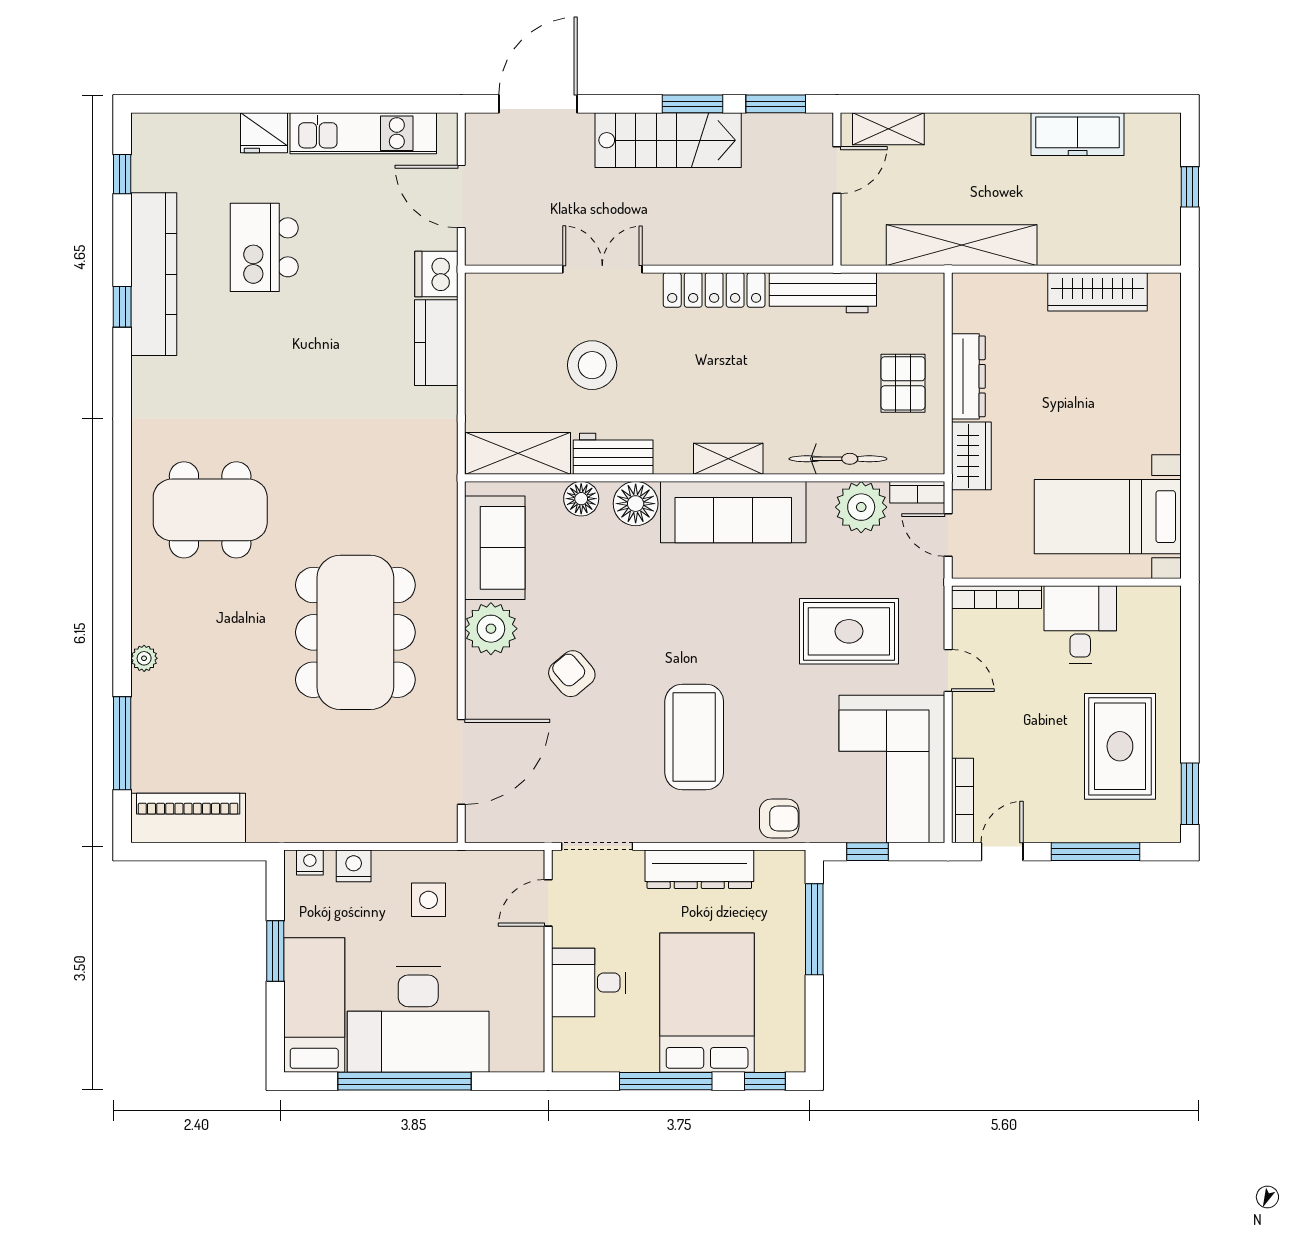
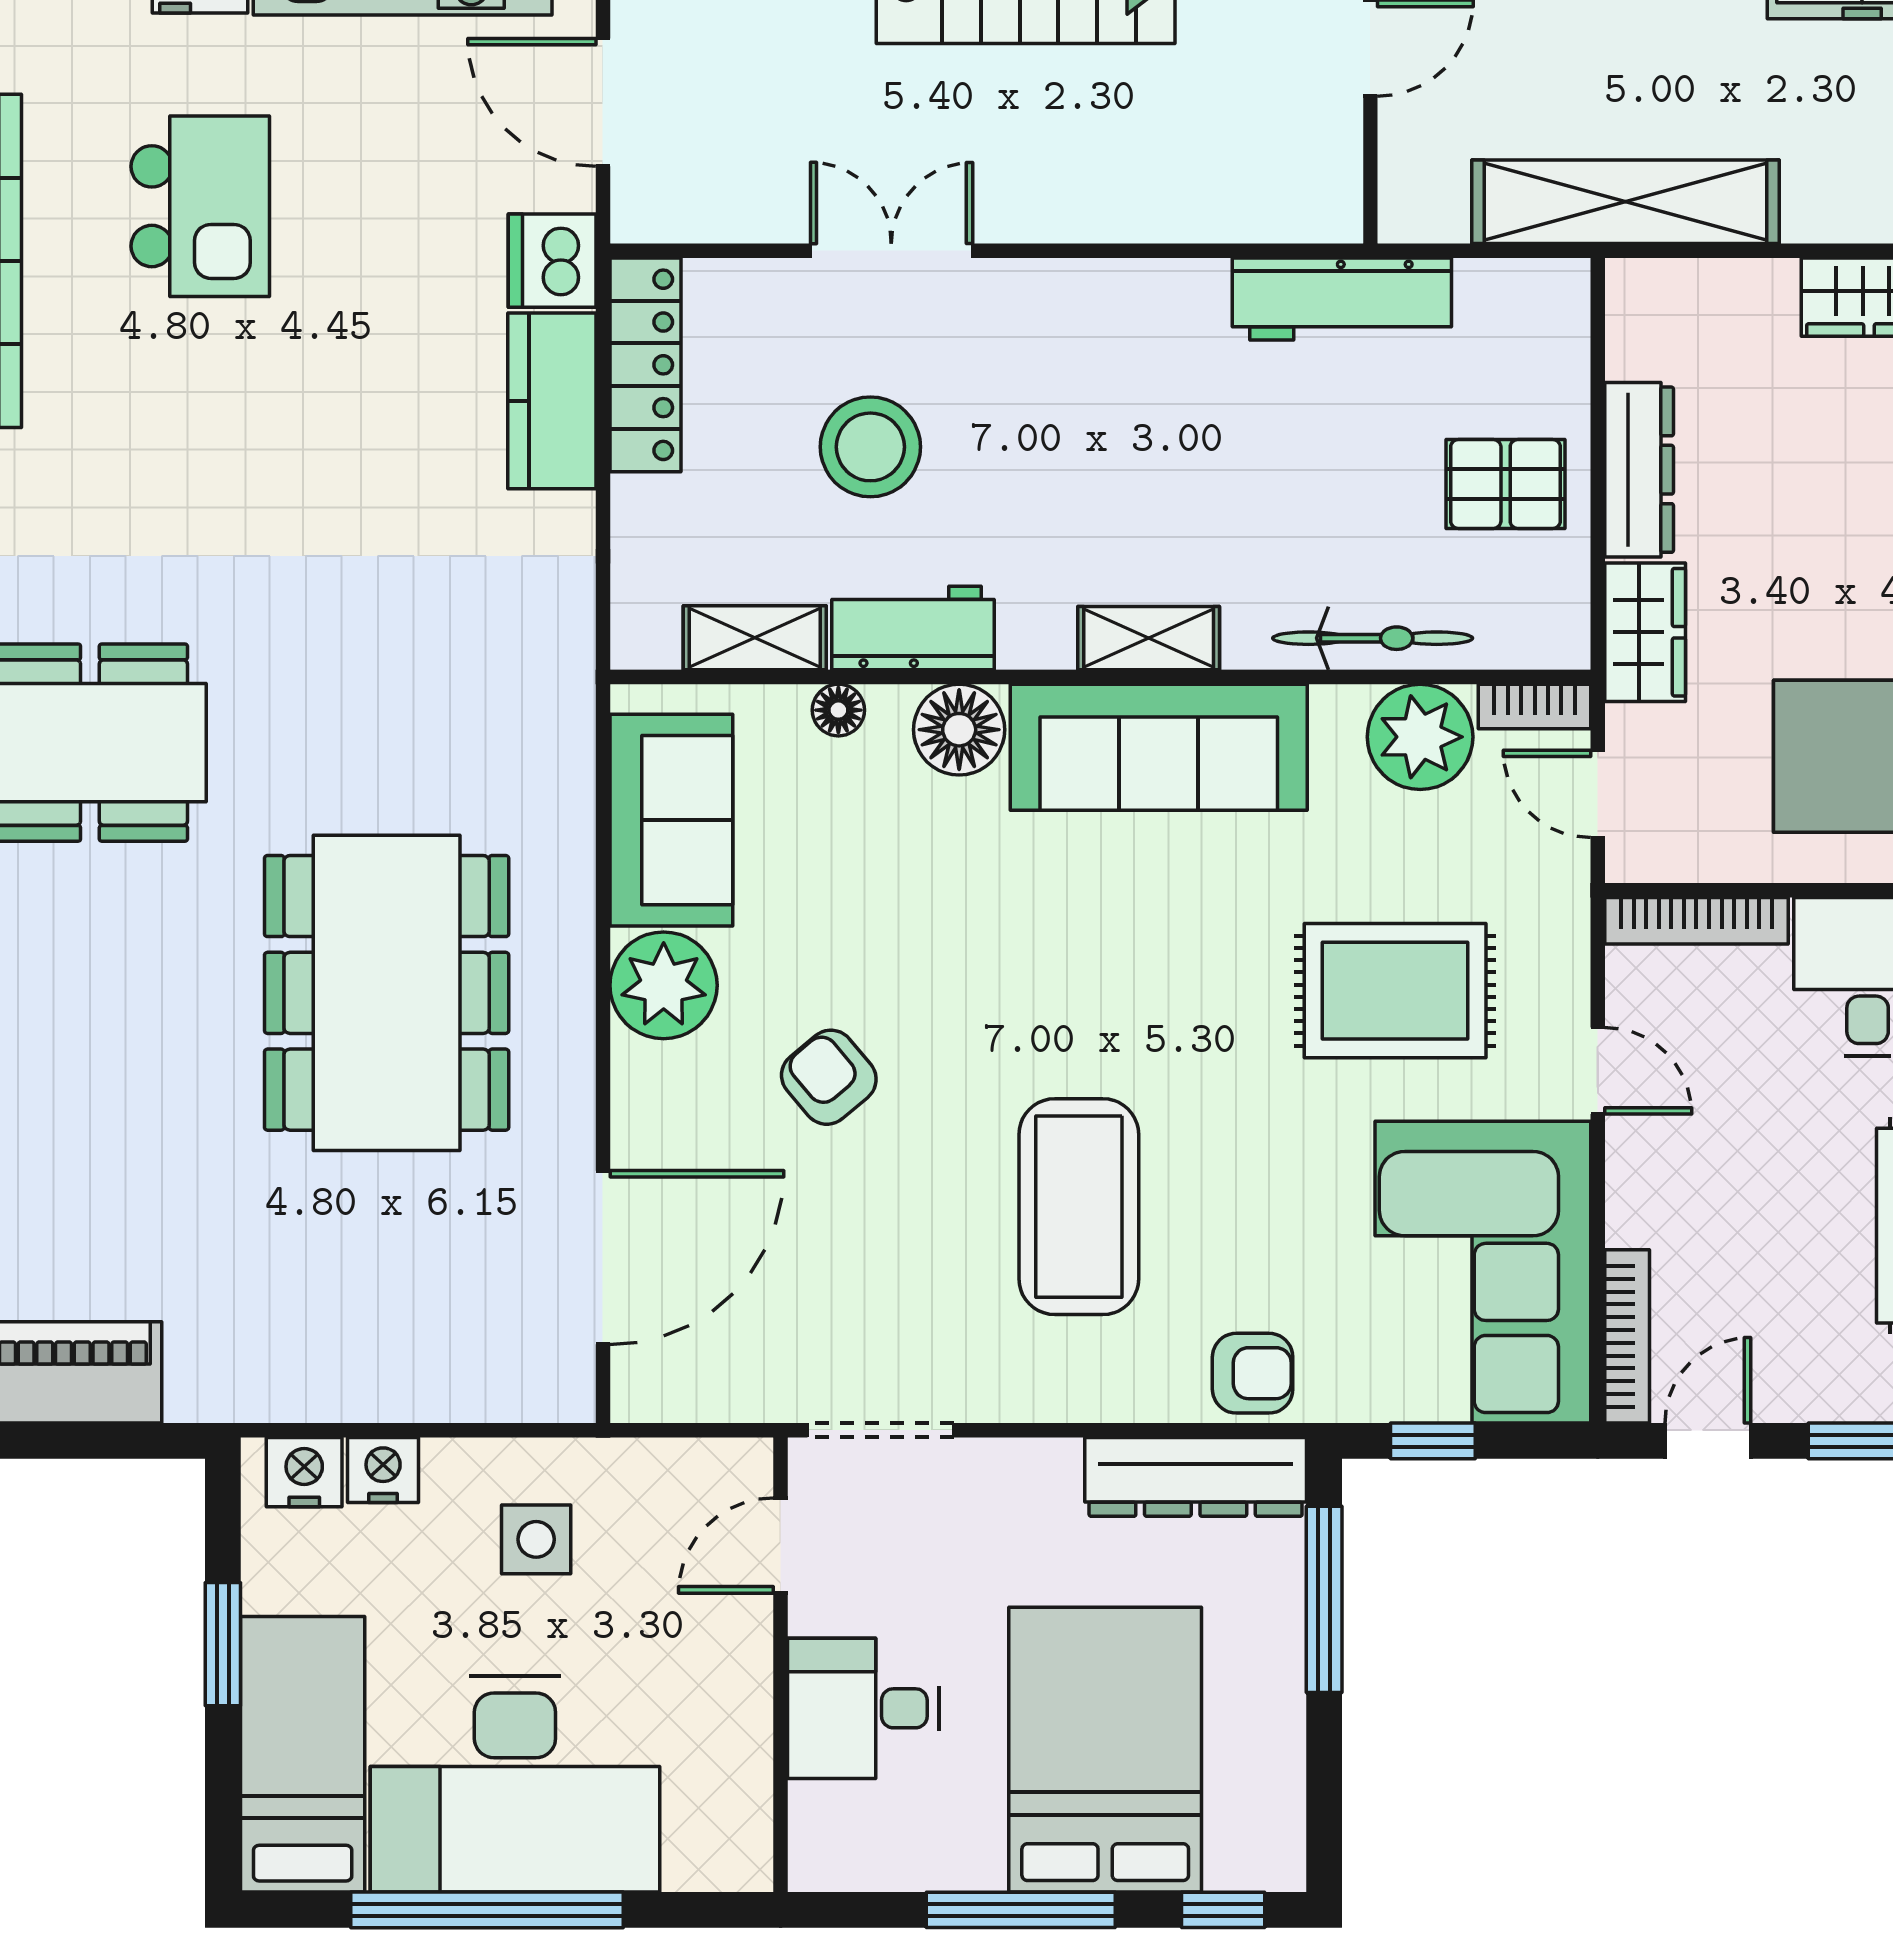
kitchen island: (264, 247) -> (200, 206), turned 180
locker: (714, 290) -> (646, 365), moved, turned -90
pallet: (903, 383) -> (1506, 484), turned 90
shelving: (518, 453) -> (755, 638), width x0.67, depth x0.75
floor lamp: (581, 499) -> (838, 710), width x0.73, depth x0.73
nightstand: (310, 862) -> (304, 1472), width x1.39, depth x1.35
dresser: (699, 869) -> (1196, 1477), moved

